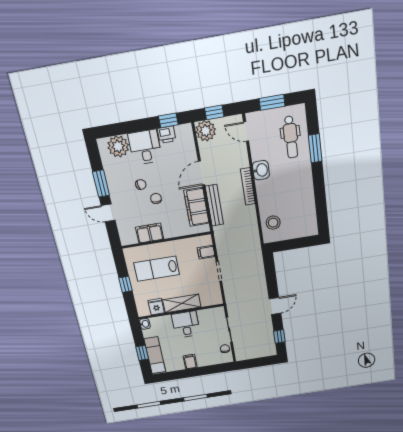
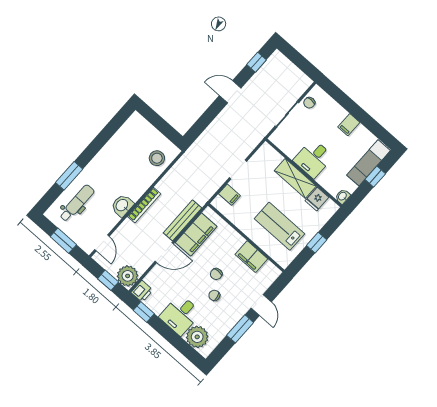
printer: (167, 135) -> (142, 291), moved, turned 90
lab bench: (157, 269) -> (279, 226), turned 180

